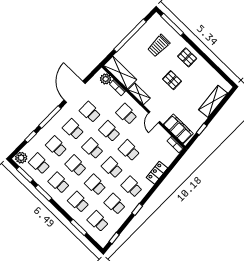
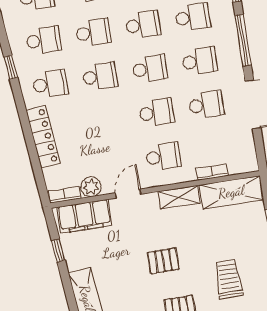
plant: (106, 79) -> (91, 187), moved
door: (154, 117) -> (128, 194), hinge flipped
school desk: (129, 150) -> (107, 120), removed
locker: (157, 173) -> (43, 137), width x1.53

